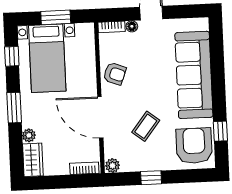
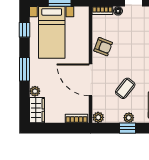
plant: (152, 164) -> (129, 118), added

